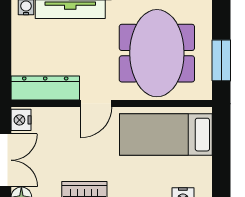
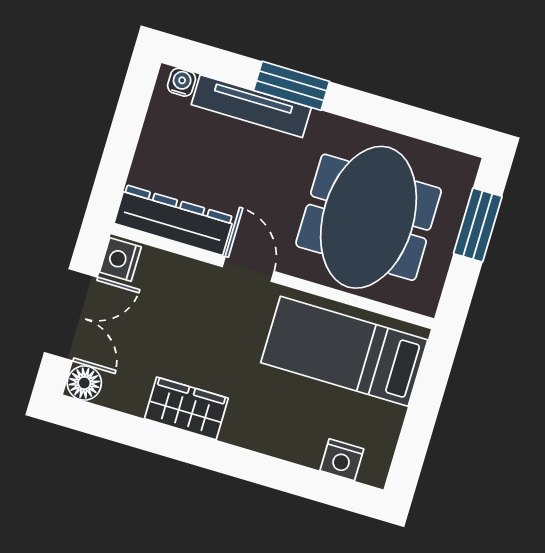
window: (221, 60) -> (478, 225), moved
door: (96, 104) -> (248, 269), swing flipped

